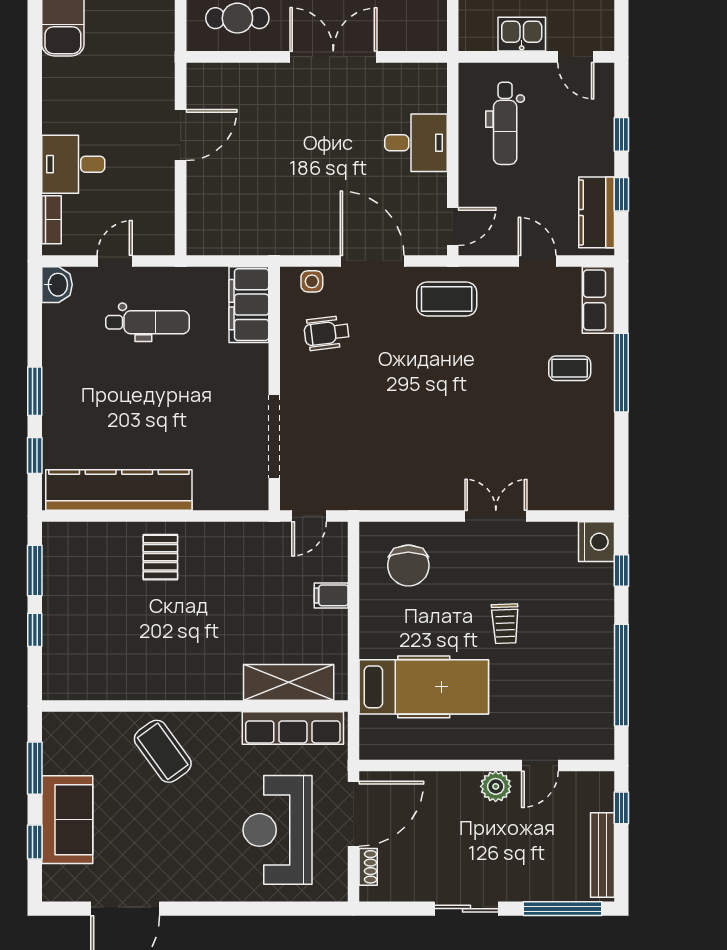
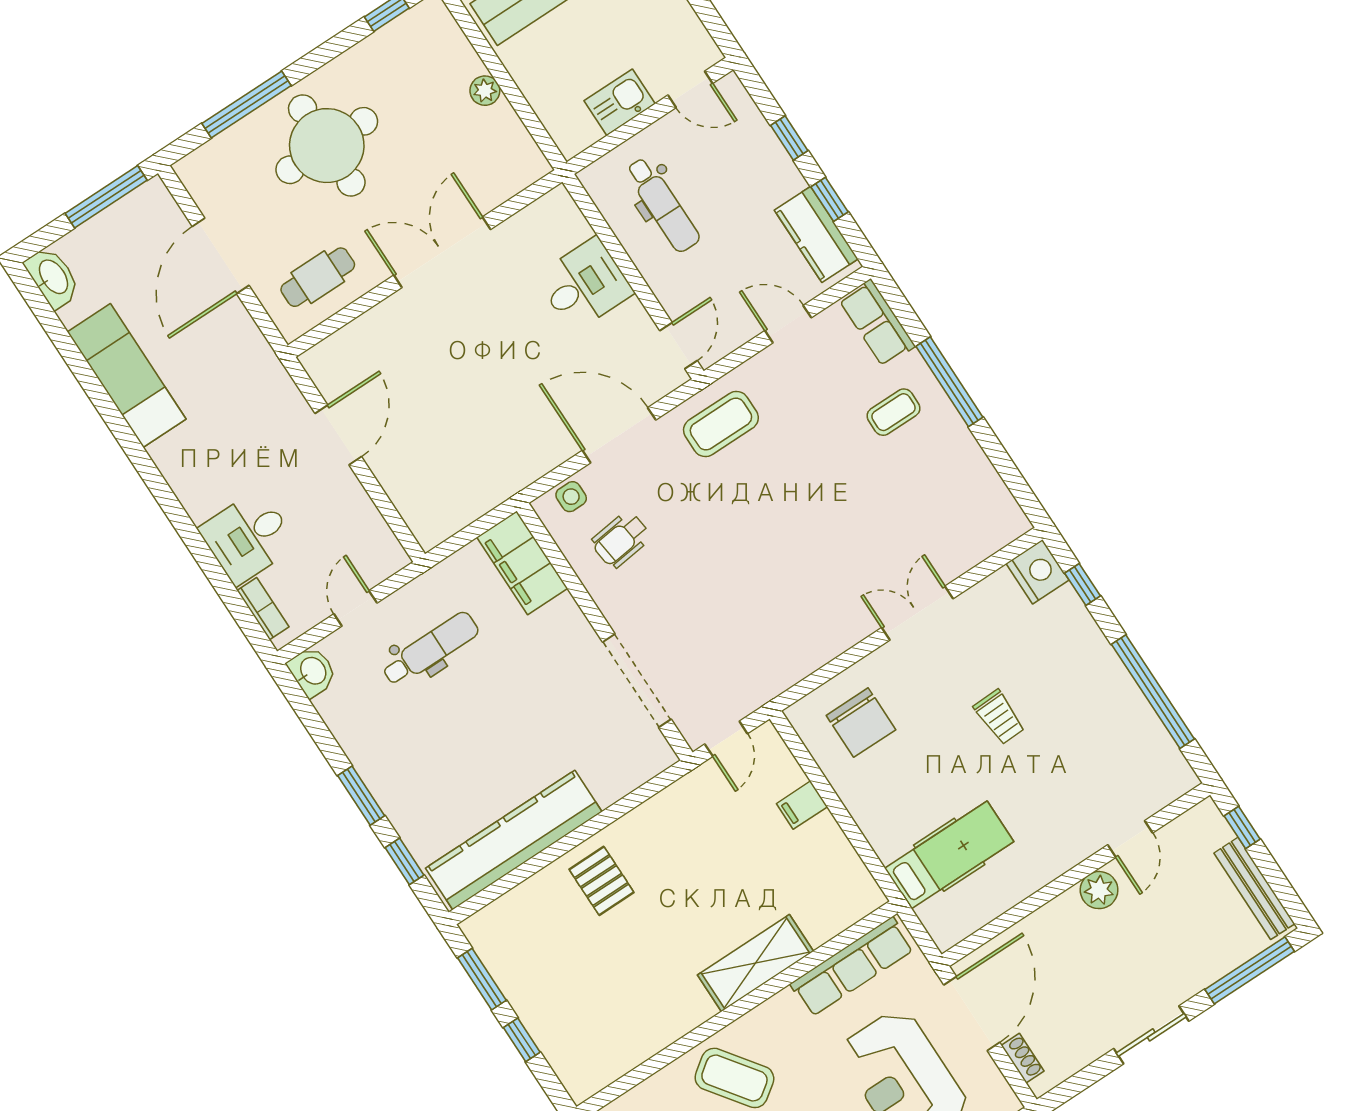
shelving: (289, 682) -> (755, 963), moved
hospital bed: (424, 687) -> (949, 855), width x0.73, depth x0.78

